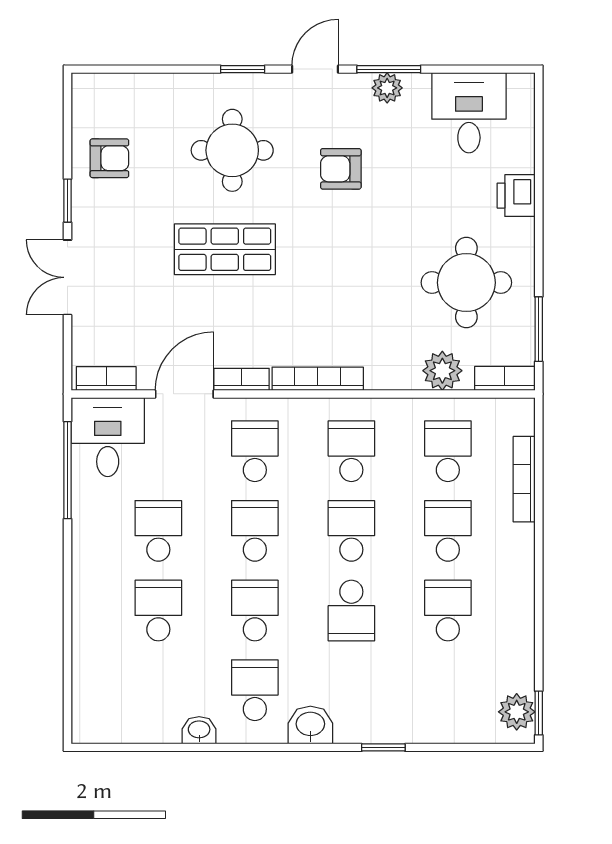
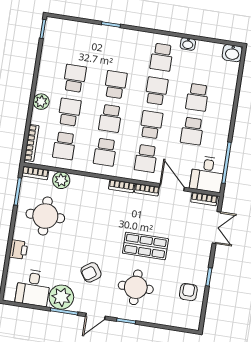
plant: (387, 88) -> (61, 297), width x1.87, depth x1.87
armchair: (109, 158) -> (188, 292), turned 90
armchair: (341, 169) -> (91, 272), turned 145
double door: (67, 277) -> (216, 228), moved
bookcase: (318, 379) -> (122, 186), width x0.64
door: (184, 394) -> (172, 187), swing flipped
bookcase: (524, 479) -> (32, 143), moved
school desk: (255, 531) -> (151, 125), turned 180
school desk: (448, 531) -> (69, 112), turned 180
school desk: (255, 611) -> (156, 91), turned 180
school desk: (448, 611) -> (75, 78), turned 180
plant: (517, 712) -> (41, 102), moved
washbasin: (310, 725) -> (232, 53), moved

